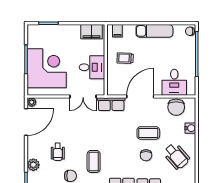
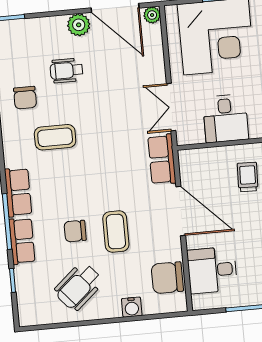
plant: (33, 165) -> (79, 25), moved

